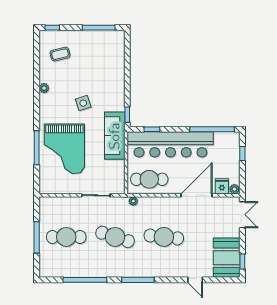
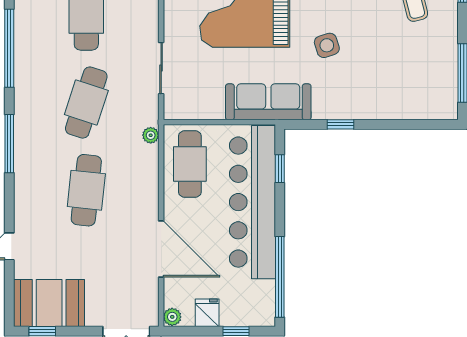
window: (127, 115) -> (340, 124), moved
fridge: (222, 186) -> (207, 313), moved, turned -90

